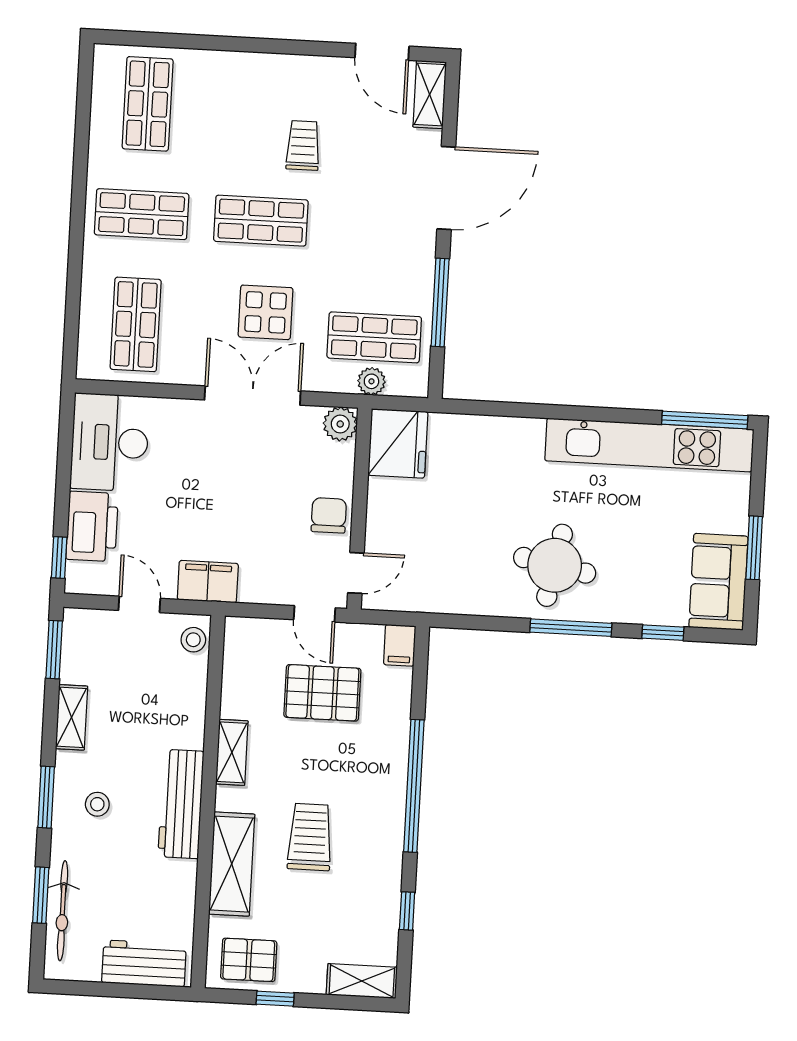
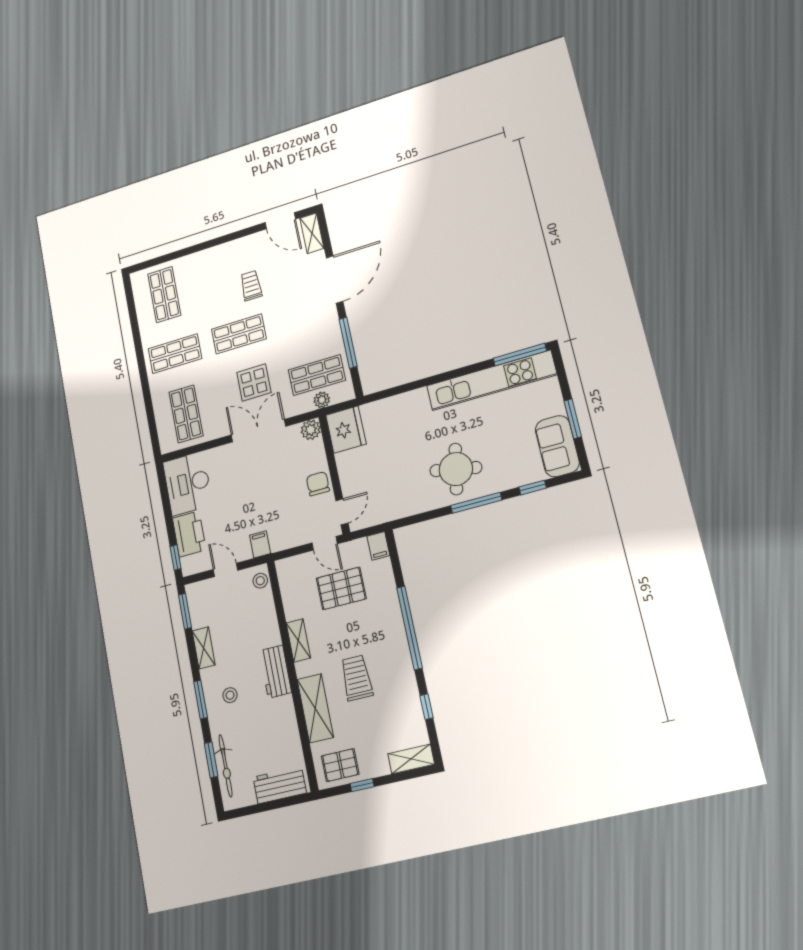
filing cabinet: (208, 582) -> (260, 544), width x0.50
workbench: (181, 804) -> (275, 672), width x0.73

